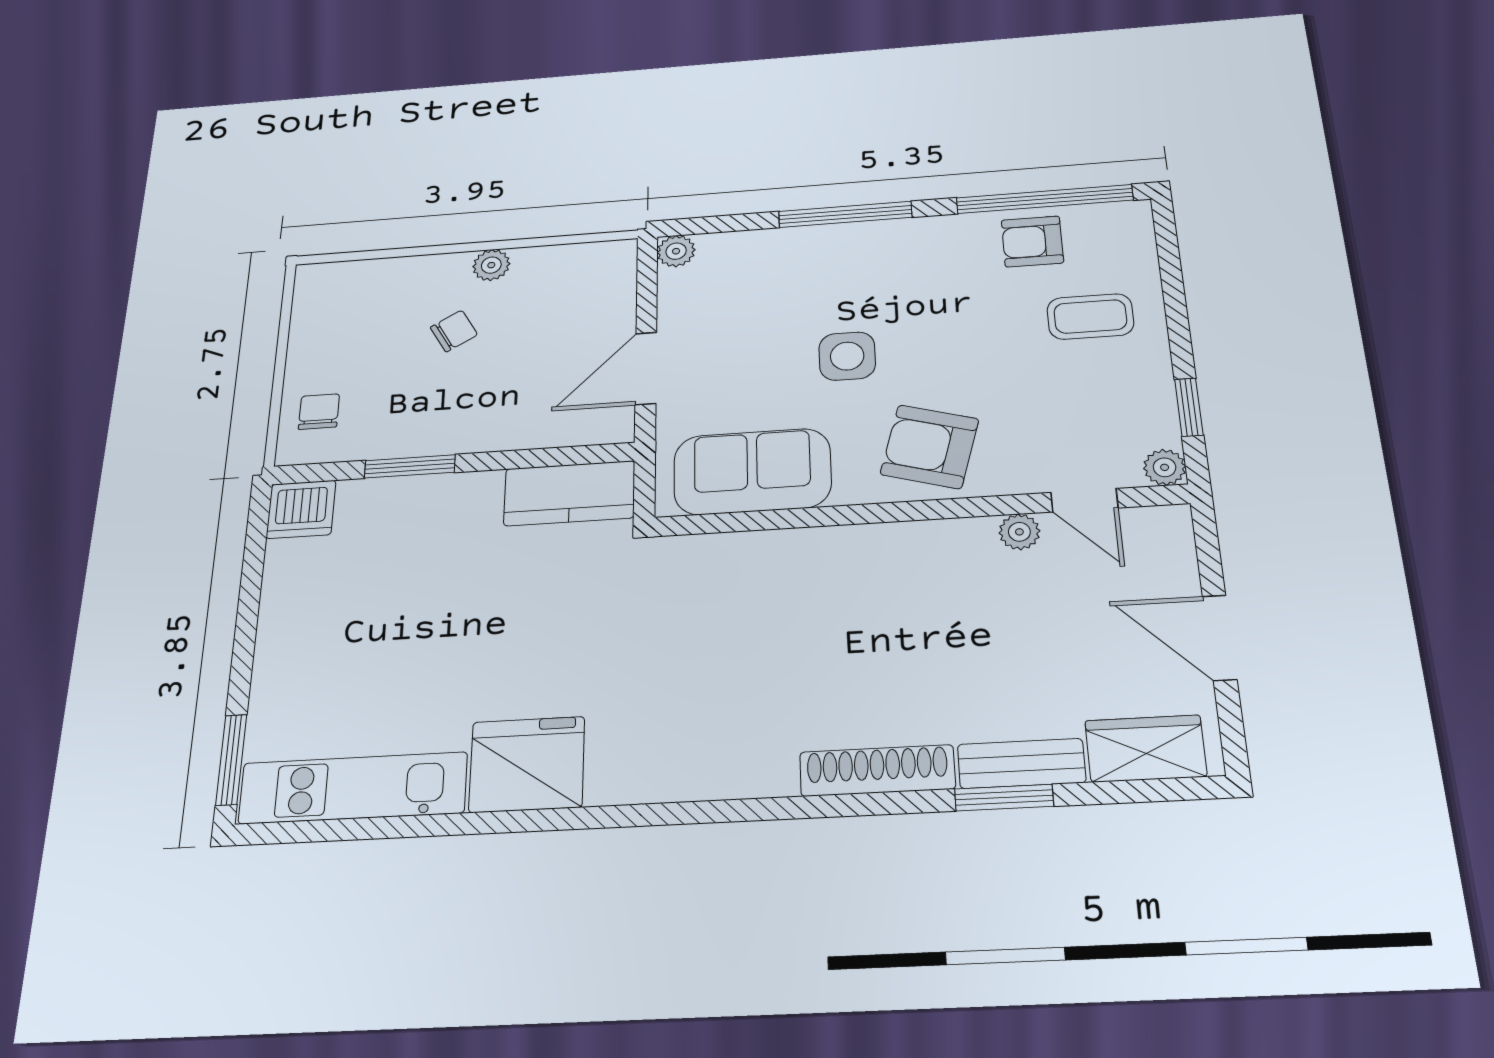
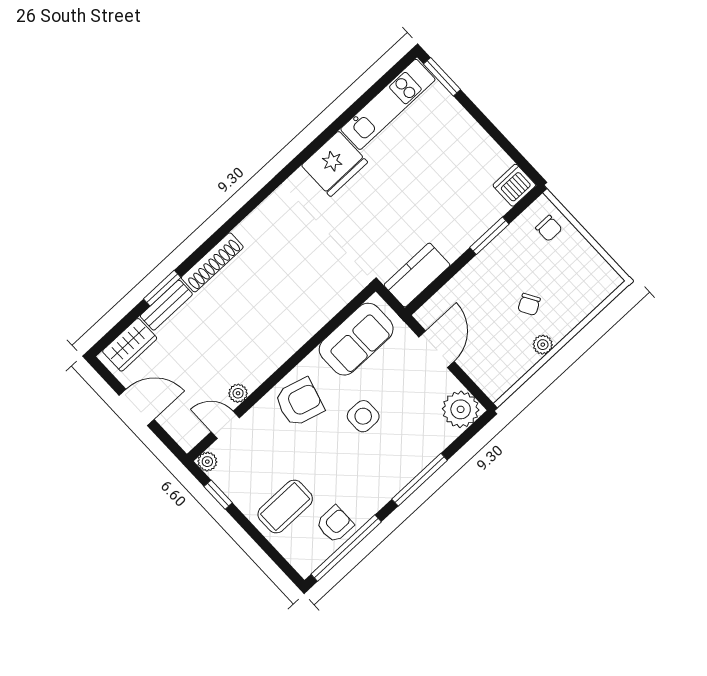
plant: (676, 251) -> (461, 409), width x1.87, depth x1.87
coffee table: (1090, 316) -> (285, 507), width x1.36, depth x1.30

